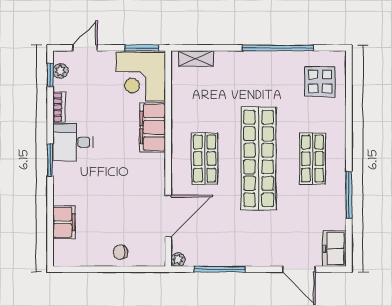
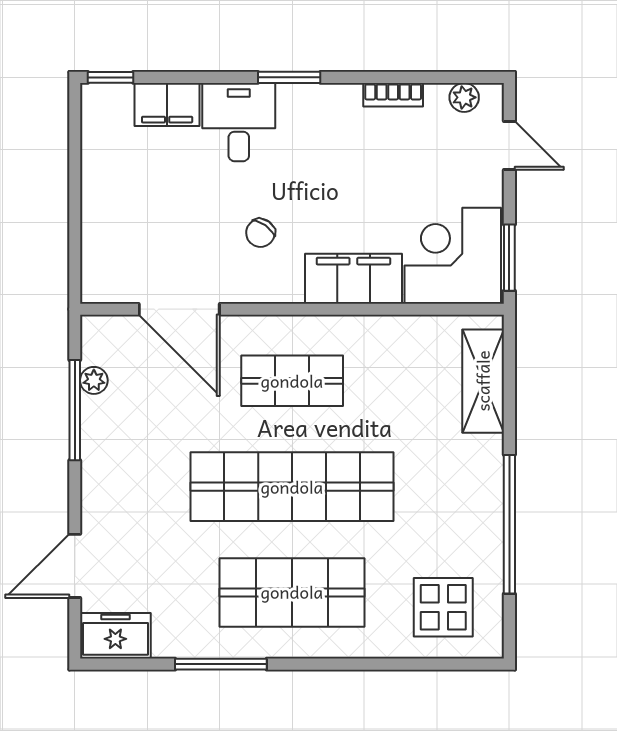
shelving: (196, 59) -> (483, 381), width x1.50, depth x1.33
window: (50, 75) -> (111, 77), moved
desk: (73, 142) -> (239, 122), moved
shop shelf: (312, 159) -> (292, 592), width x1.43, depth x1.36
chair: (120, 252) -> (260, 233), moved, turned -145
plant: (178, 259) -> (94, 380), moved

